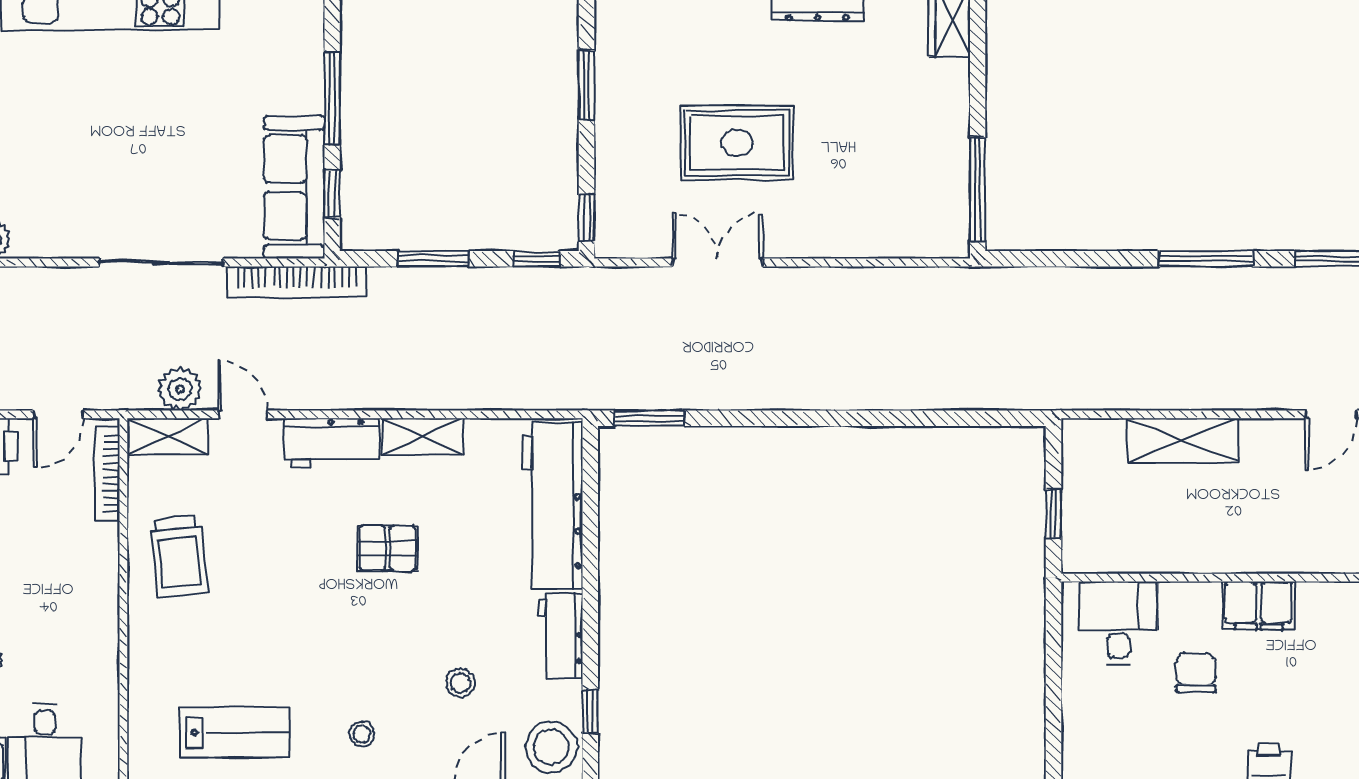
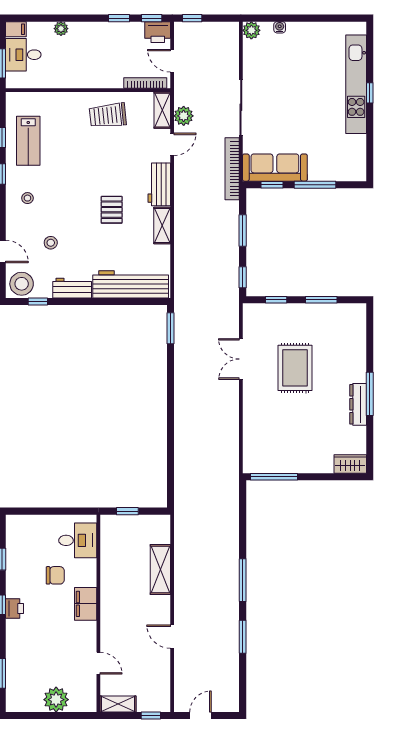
window: (587, 217) -> (276, 300), moved
double door: (717, 262) -> (241, 359), swing flipped

